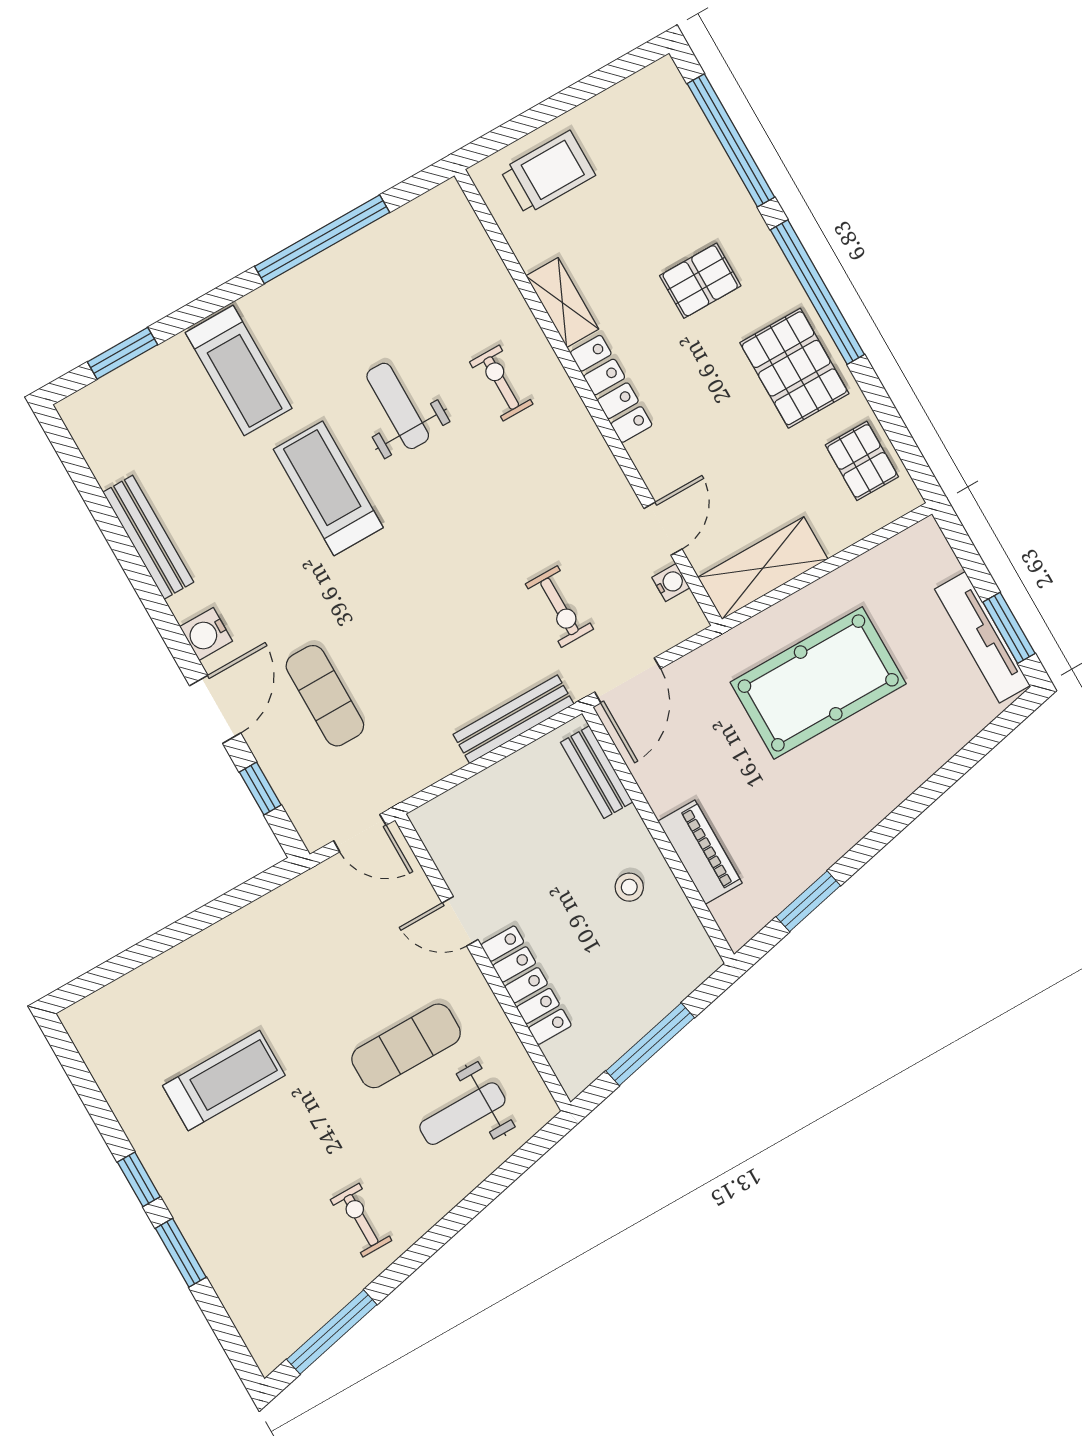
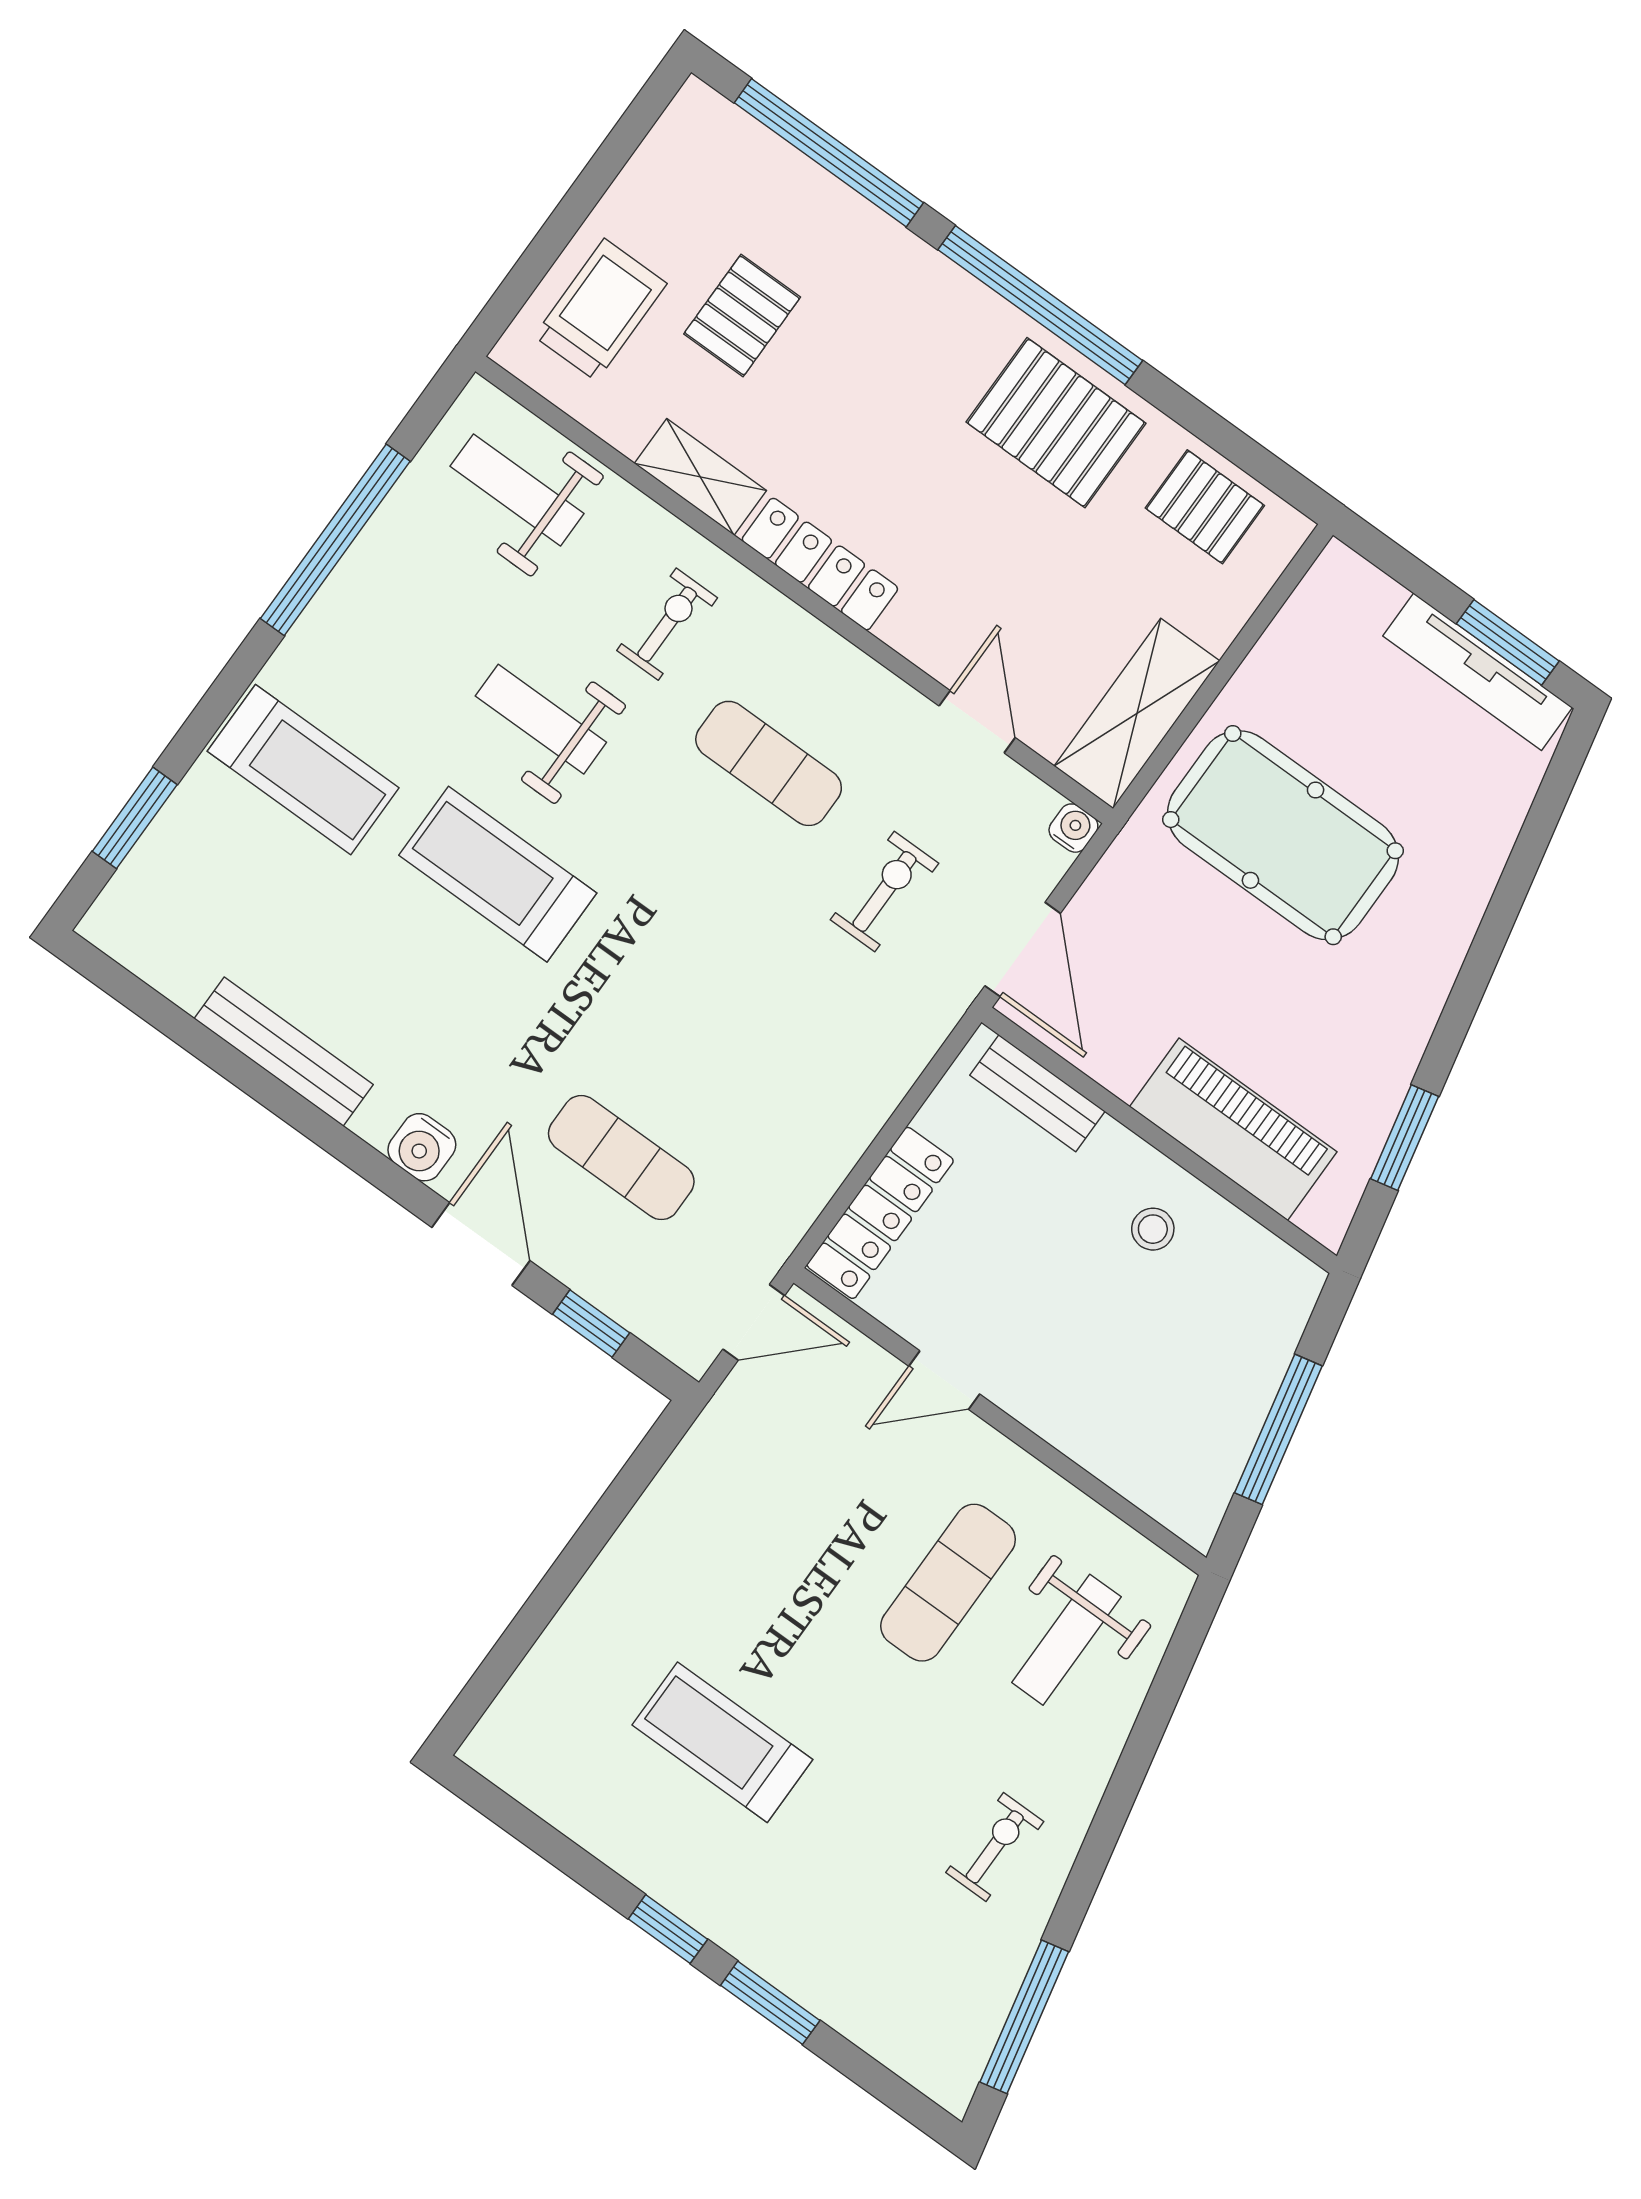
weight bench: (447, 259) -> (517, 490), added
pallet: (700, 281) -> (742, 315), moved
exercise bike: (501, 383) -> (667, 624), turned 90
exercise mat: (524, 496) -> (769, 763), added
water cooler: (671, 583) -> (1073, 828), moved
exercise bike: (559, 607) -> (885, 891), turned -90
pool table: (818, 683) -> (1283, 835), turned 90
bench: (514, 719) -> (892, 1073), removed
piano: (700, 852) -> (1233, 1129), width x1.37, depth x1.33
locker: (526, 985) -> (880, 1213), moved, turned 90
treadmill: (224, 1080) -> (722, 1742), turned -90
exercise bike: (361, 1220) -> (995, 1847), turned 90

